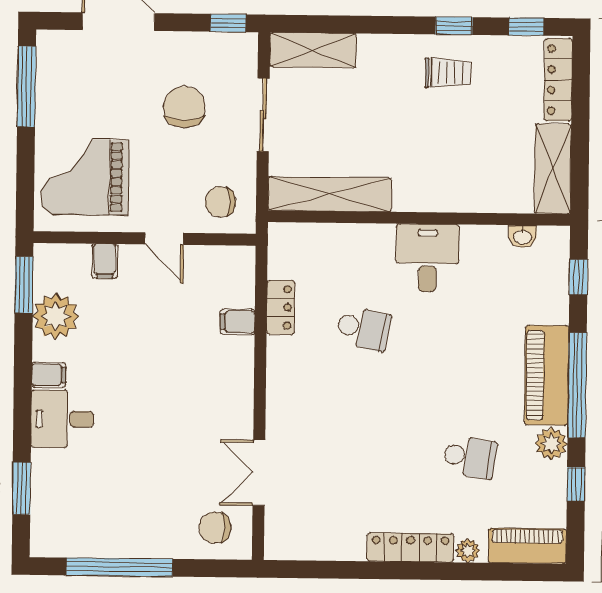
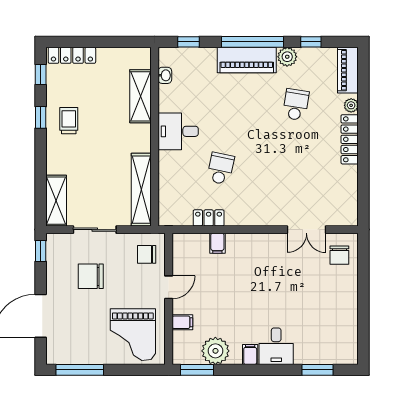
shelving: (553, 169) -> (141, 96), moved, turned 90
chair: (220, 202) -> (147, 254), turned 90
window: (119, 567) -> (363, 311), removed

